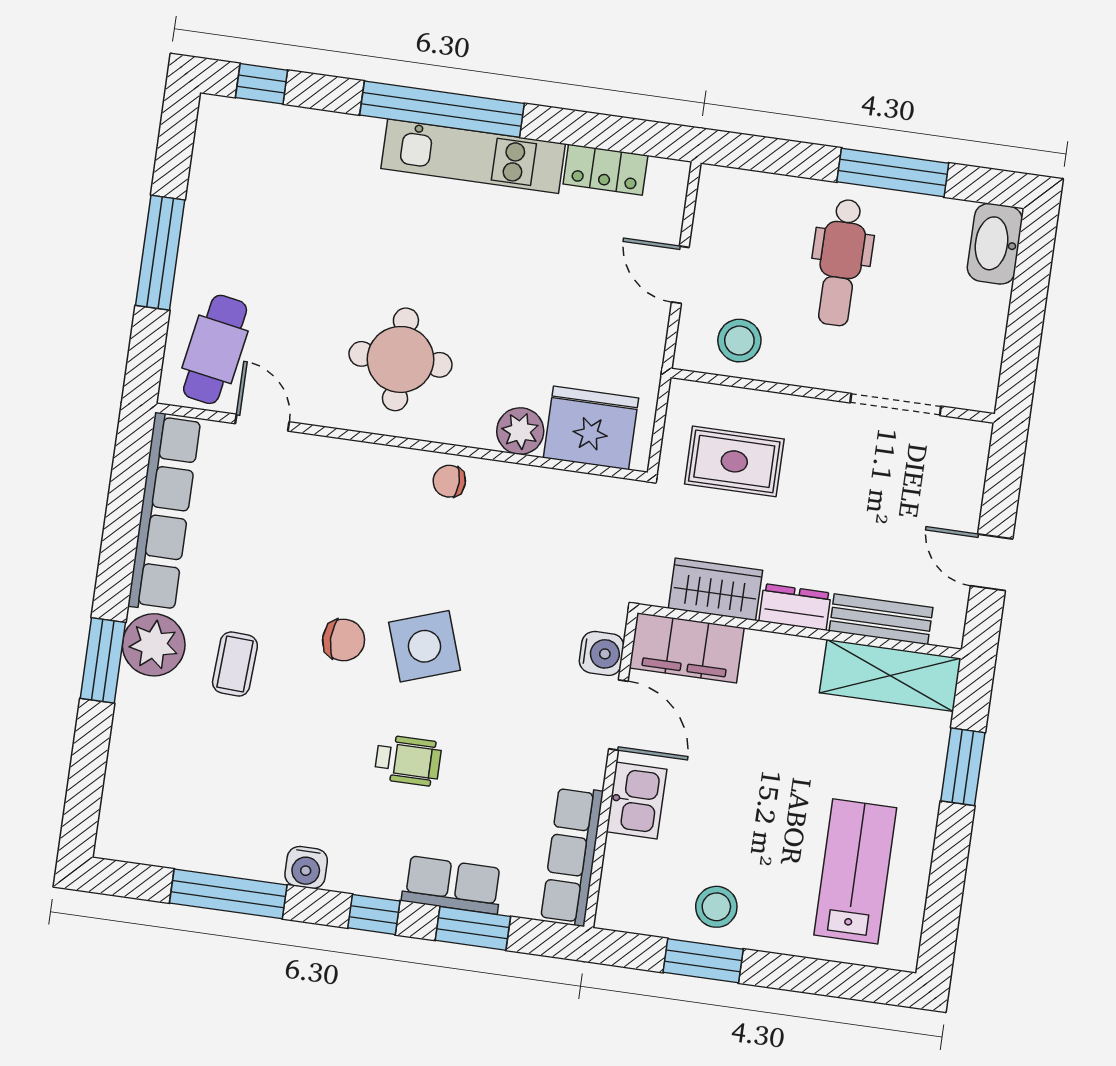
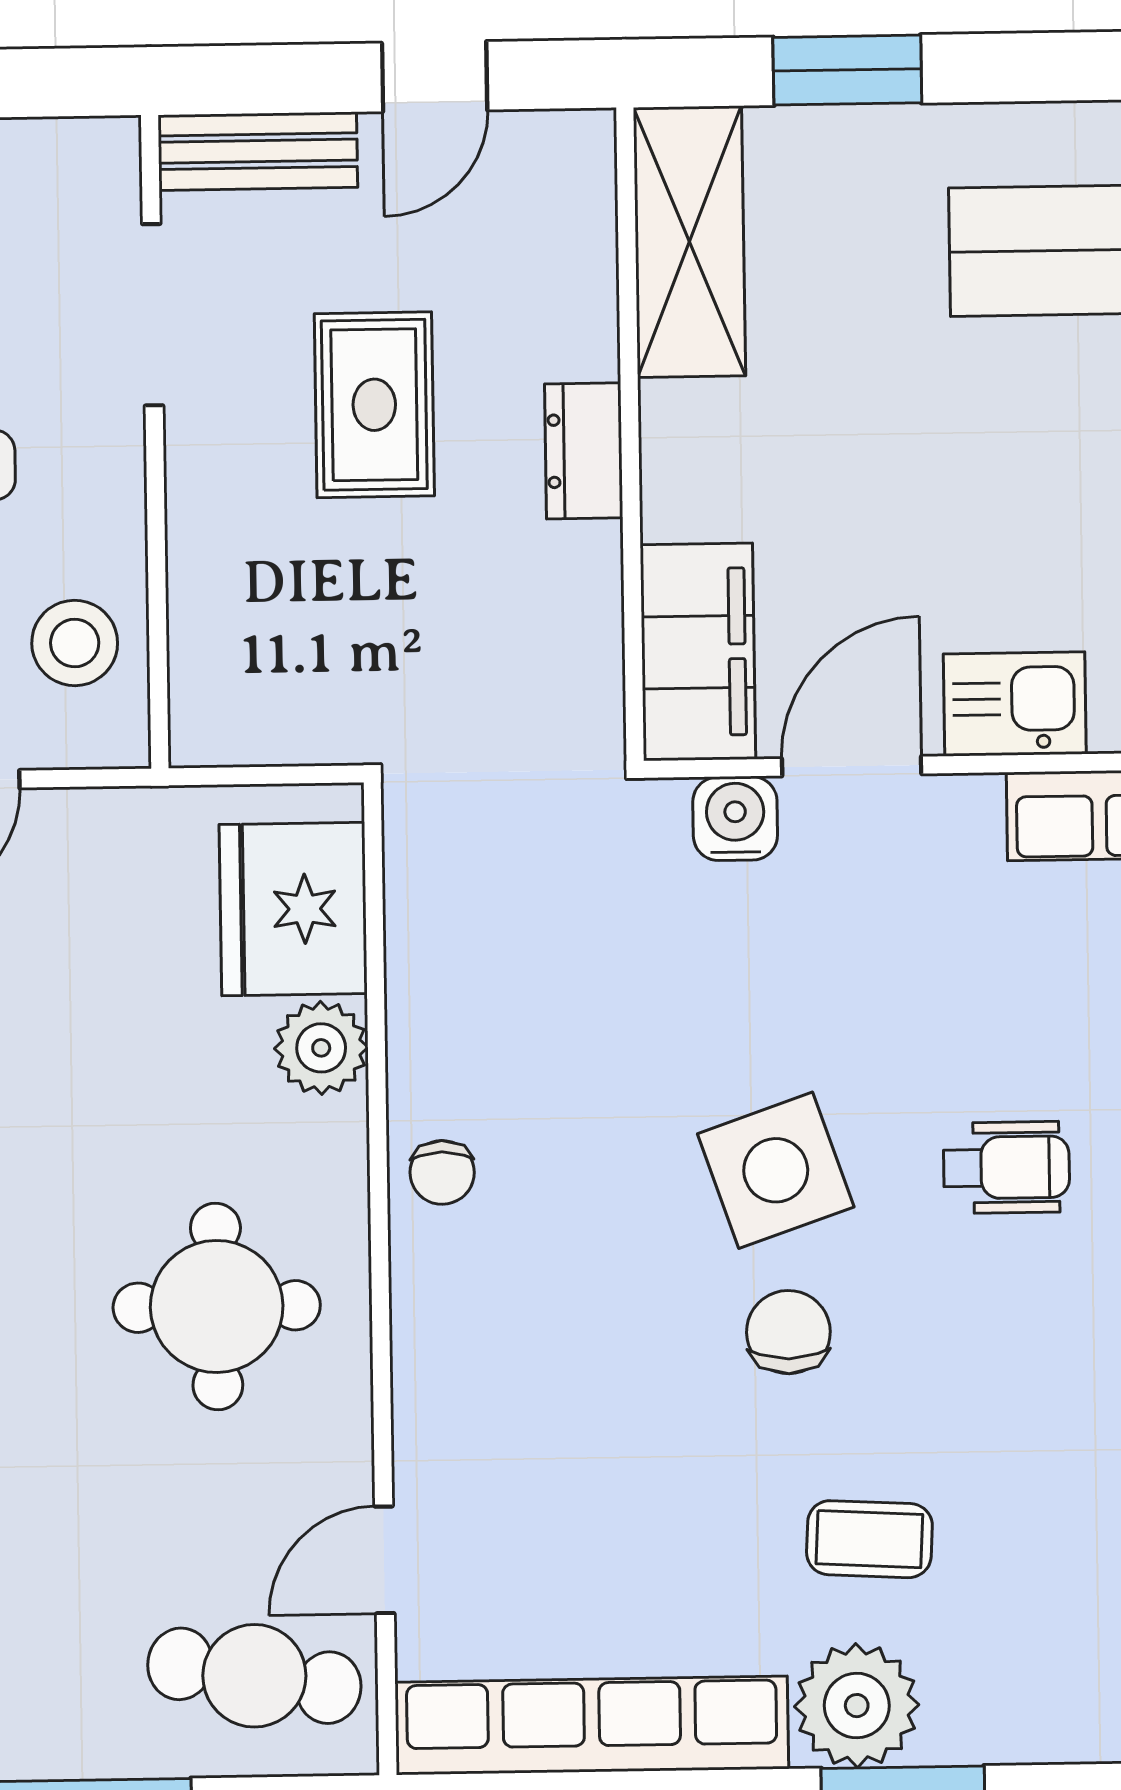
rug: (734, 461) -> (374, 405), moved
wardrobe: (715, 589) -> (573, 613), removed
bench: (881, 619) -> (258, 151), moved, turned 90
wheelchair: (408, 760) -> (1006, 1167), turned 90

